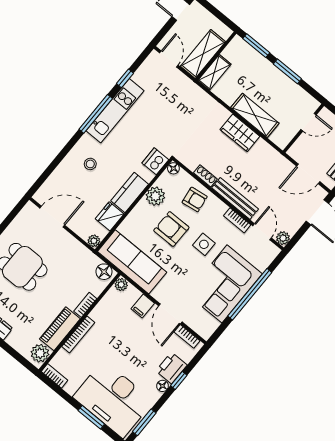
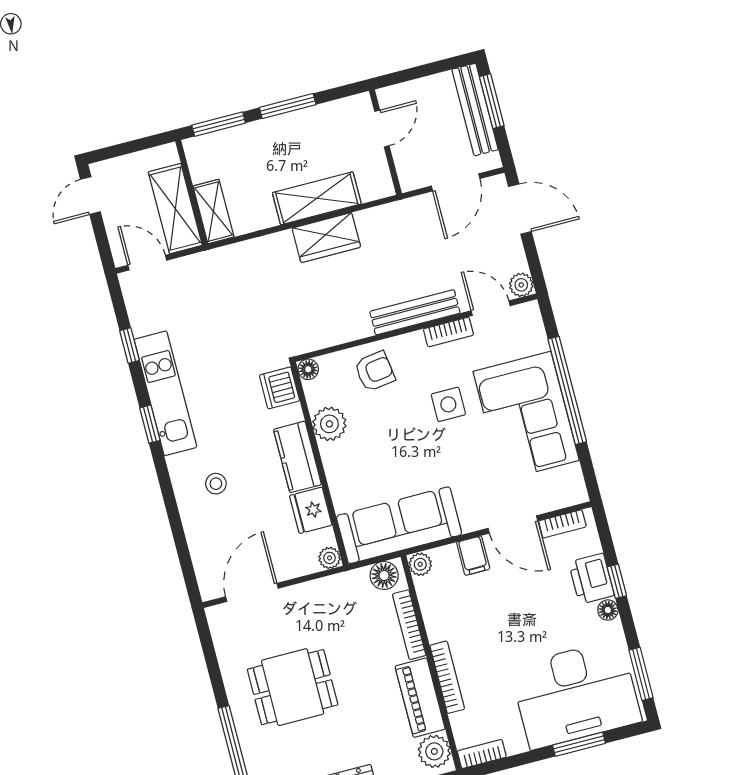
window: (96, 114) -> (150, 424), width x0.46
shoe rack: (205, 176) -> (352, 331), removed
armchair: (171, 229) -> (393, 435), removed
bookcase: (85, 305) -> (409, 625), width x1.56

